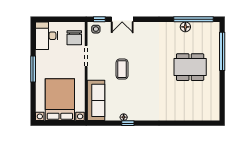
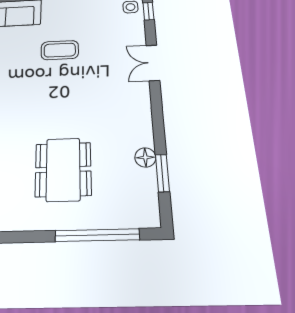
double door: (122, 19) -> (153, 63), moved
window: (194, 19) -> (162, 173), width x0.47

